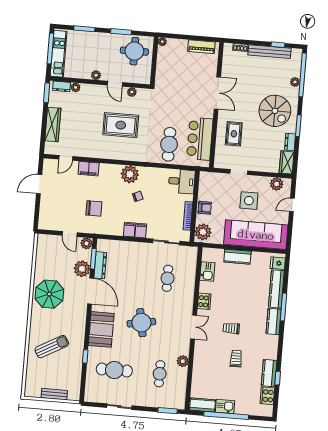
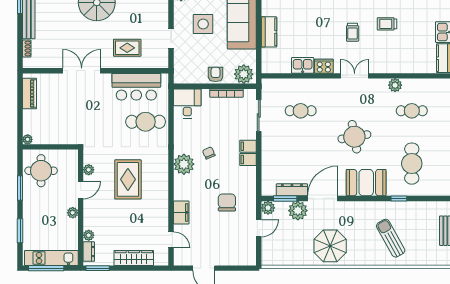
kitchen sink: (207, 272) -> (303, 65), moved

